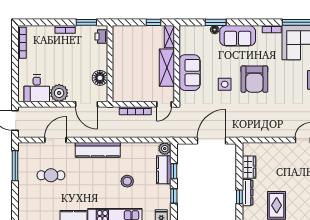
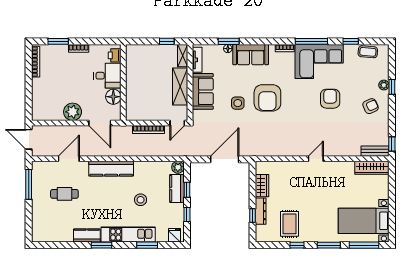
window: (86, 22) -> (58, 41), moved
tv unit: (184, 41) -> (197, 60), added
desk: (37, 88) -> (107, 76), moved, turned -90

